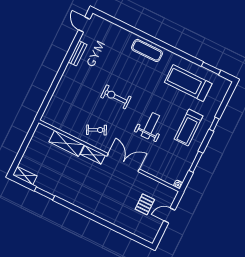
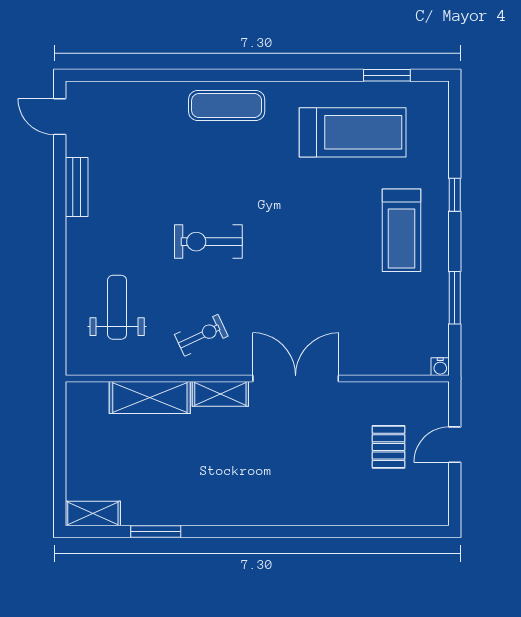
treadmill: (188, 83) -> (353, 132), turned 180
weight bench: (150, 126) -> (117, 307), moved

